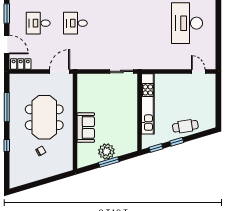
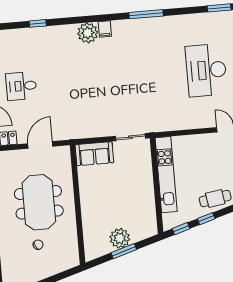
desk: (75, 23) -> (68, 82), removed
door: (60, 71) -> (40, 145), moved
sofa: (86, 128) -> (94, 154), moved, turned 90

